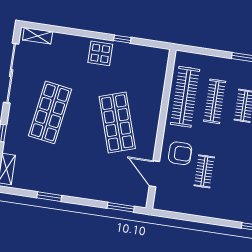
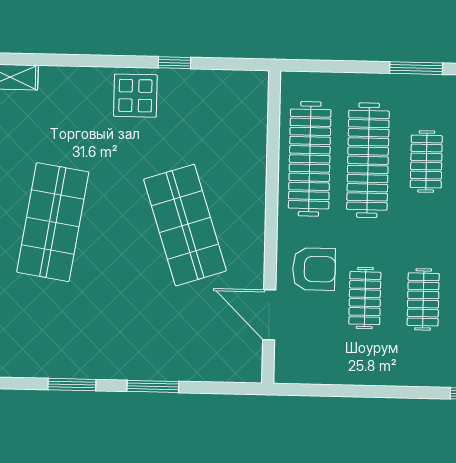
clothes rail: (215, 101) -> (368, 160), width x1.37, depth x1.31
clothes rail: (234, 176) -> (423, 299), added
window: (121, 207) -> (153, 386), moved

